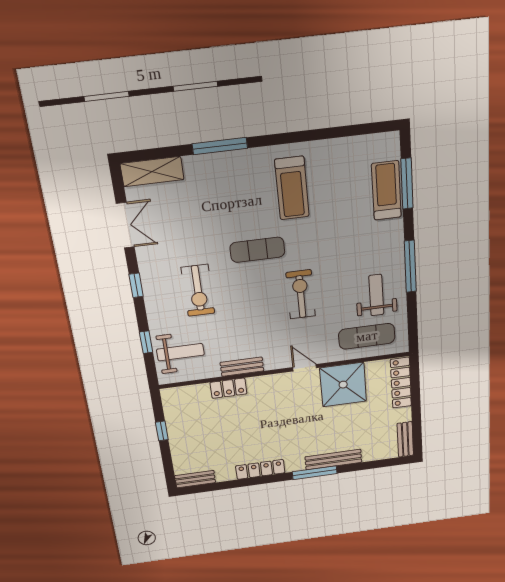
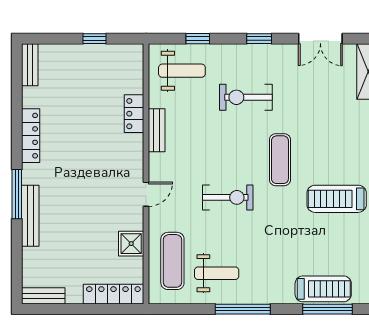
weight bench: (180, 352) -> (182, 71), turned -90
shower: (343, 385) -> (131, 244), width x0.54, depth x0.54

